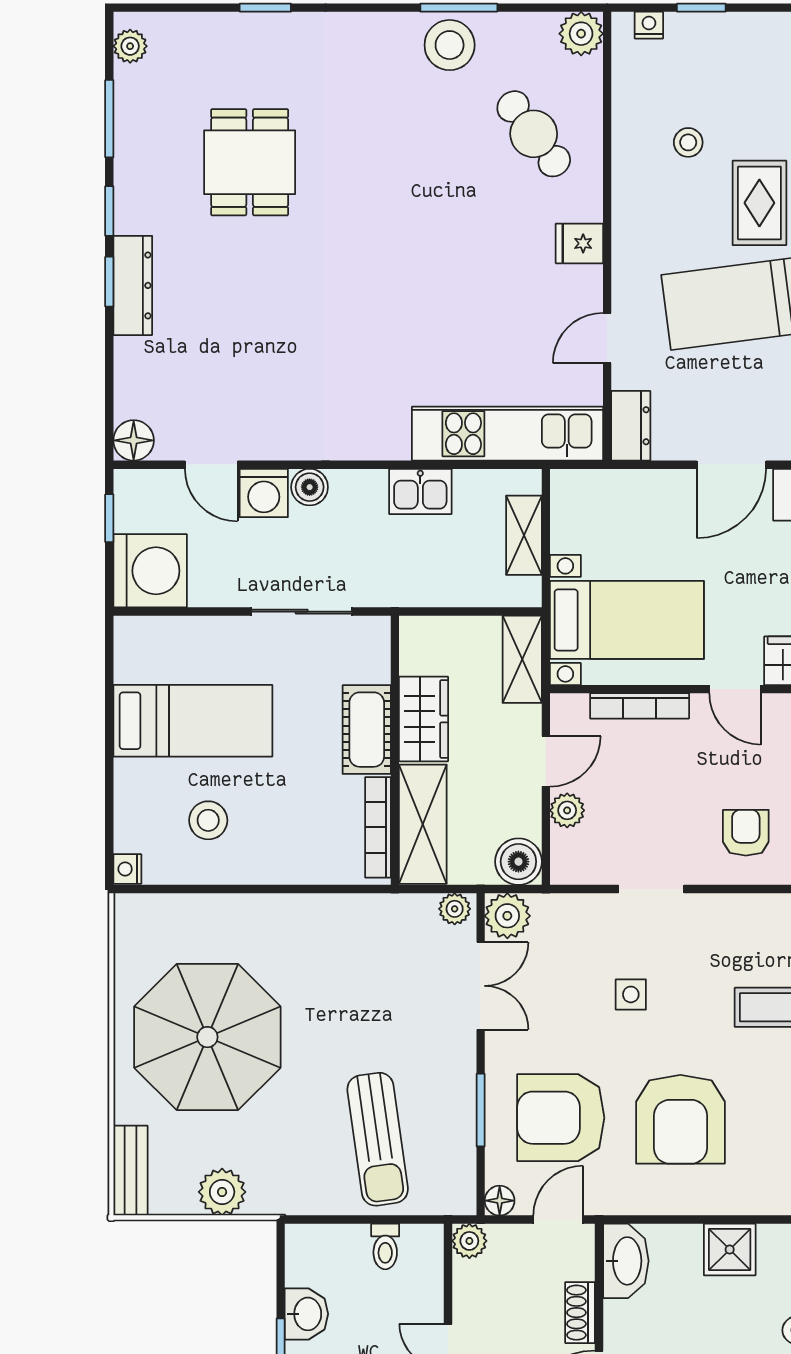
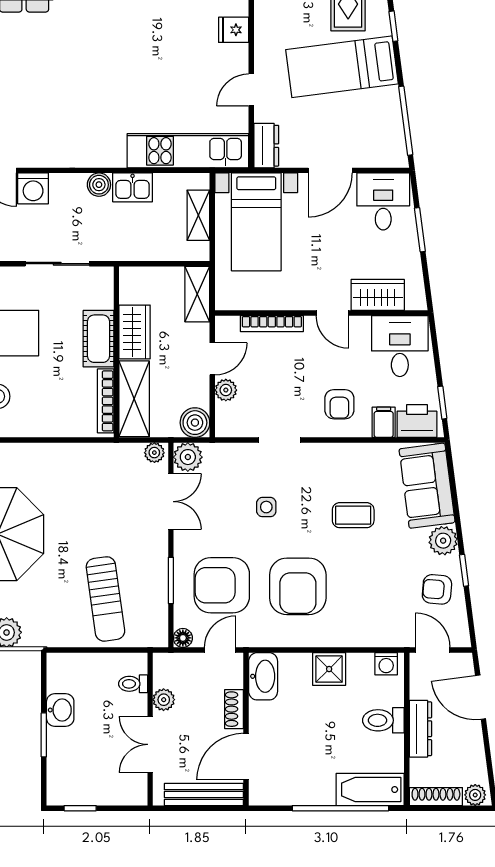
boiler: (310, 487) -> (99, 185), moved
bed with nightstands: (627, 620) -> (256, 222), moved, turned 90
armchair: (746, 833) -> (339, 404), turned 180
plant: (469, 1241) -> (164, 700), moved
toilet: (385, 1246) -> (133, 684), moved, turned 90

